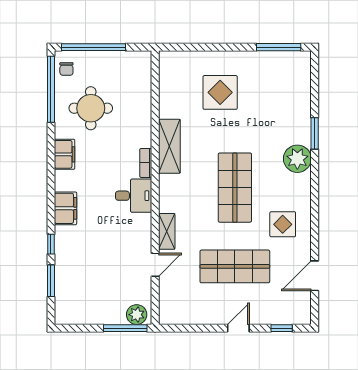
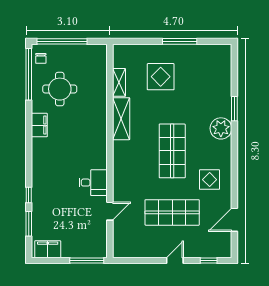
window: (279, 47) -> (180, 41), moved
bookcase: (146, 163) -> (103, 132), removed
desk: (134, 196) -> (93, 183), moved
filing cabinet: (65, 208) -> (48, 249), moved, turned -90
shelving: (167, 231) -> (119, 82), moved
plant: (137, 315) -> (96, 250), removed

